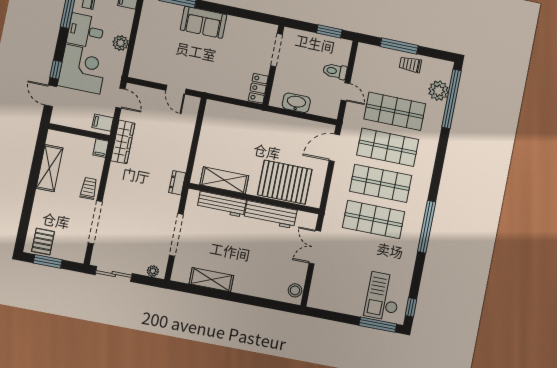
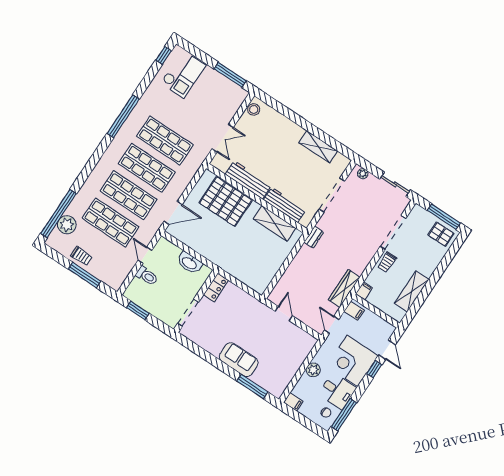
pallet: (43, 242) -> (441, 234), turned 90
window: (48, 261) -> (444, 217), width x1.44
window: (378, 325) -> (230, 75), moved

